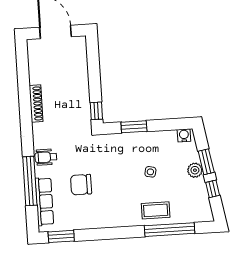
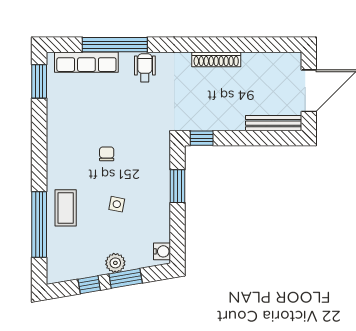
bench: (82, 57) -> (274, 123), added
chair: (81, 185) -> (107, 154), moved, width x0.54, depth x0.54

